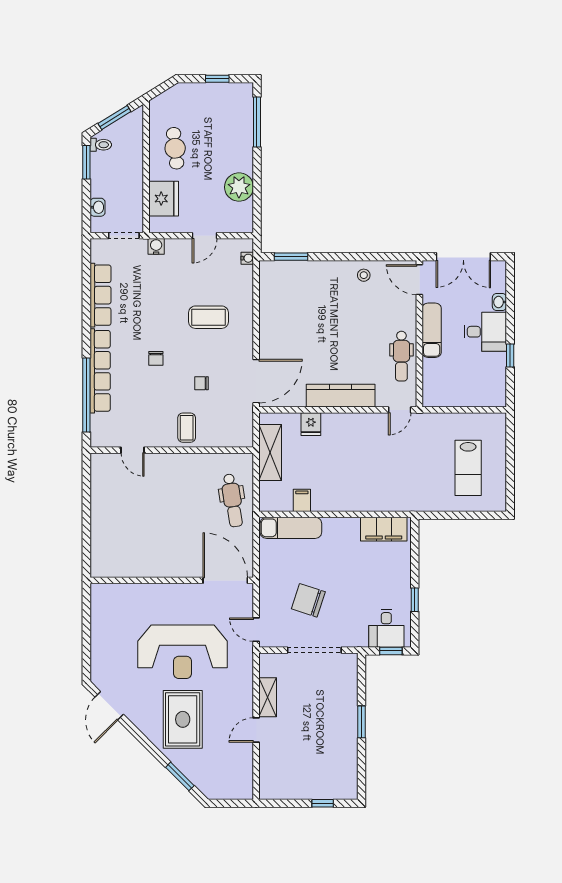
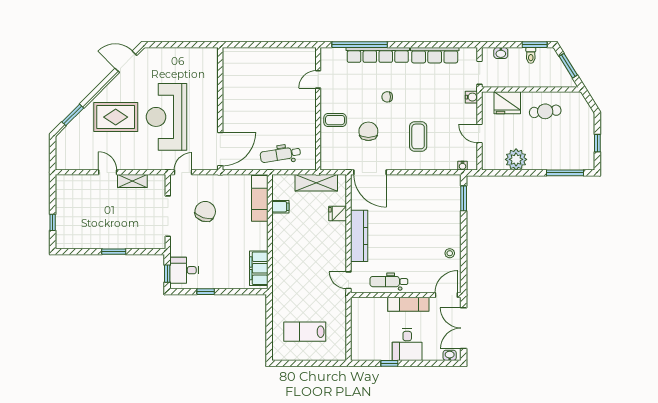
toilet: (101, 145) -> (531, 55), moved
washbasin: (499, 302) -> (450, 355), moved
chair: (202, 383) -> (368, 131), width x1.87, depth x1.87

